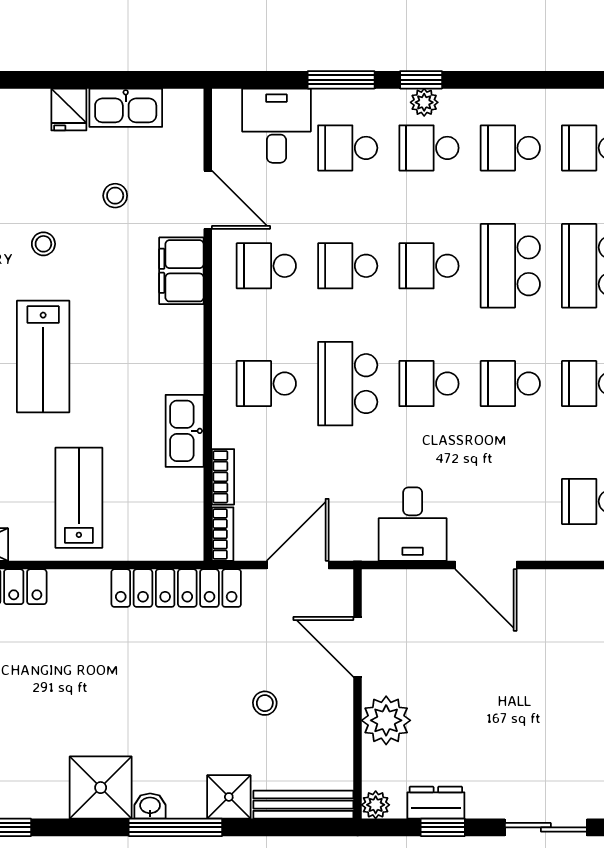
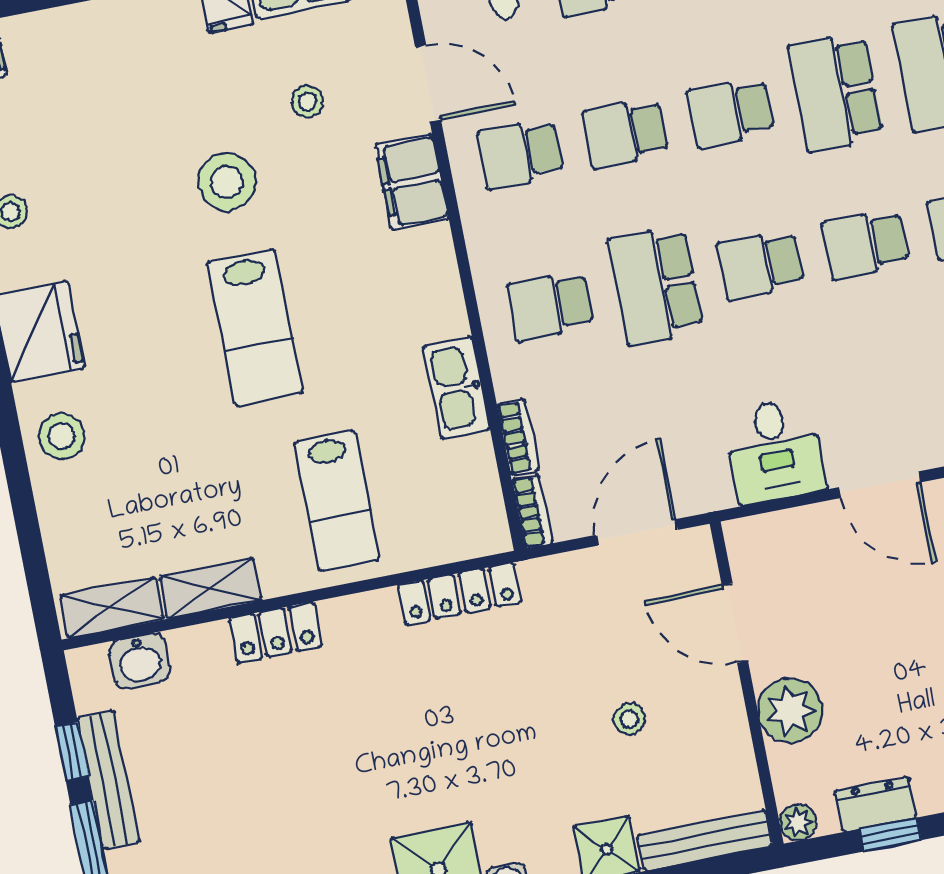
stool: (43, 244) -> (227, 182), width x1.89, depth x1.89
lab bench: (79, 498) -> (337, 501), turned 180
locker: (176, 588) -> (460, 594), width x0.71, depth x0.83

